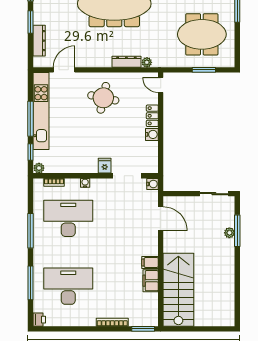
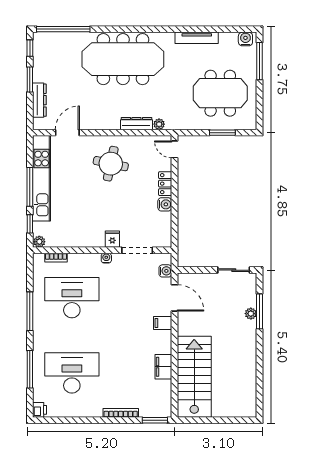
water cooler: (85, 183) -> (106, 258), moved
water cooler: (152, 184) -> (165, 271), moved
filing cabinet: (150, 262) -> (163, 323), moved

